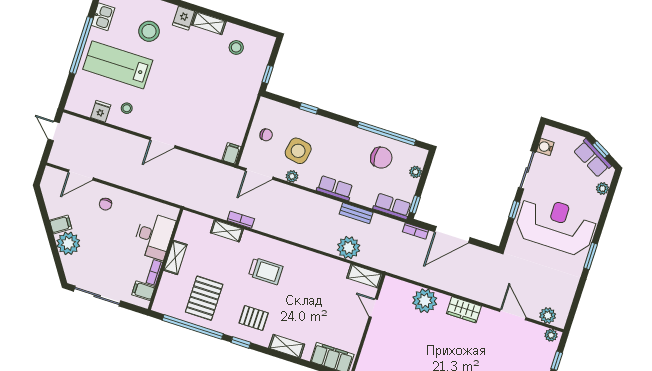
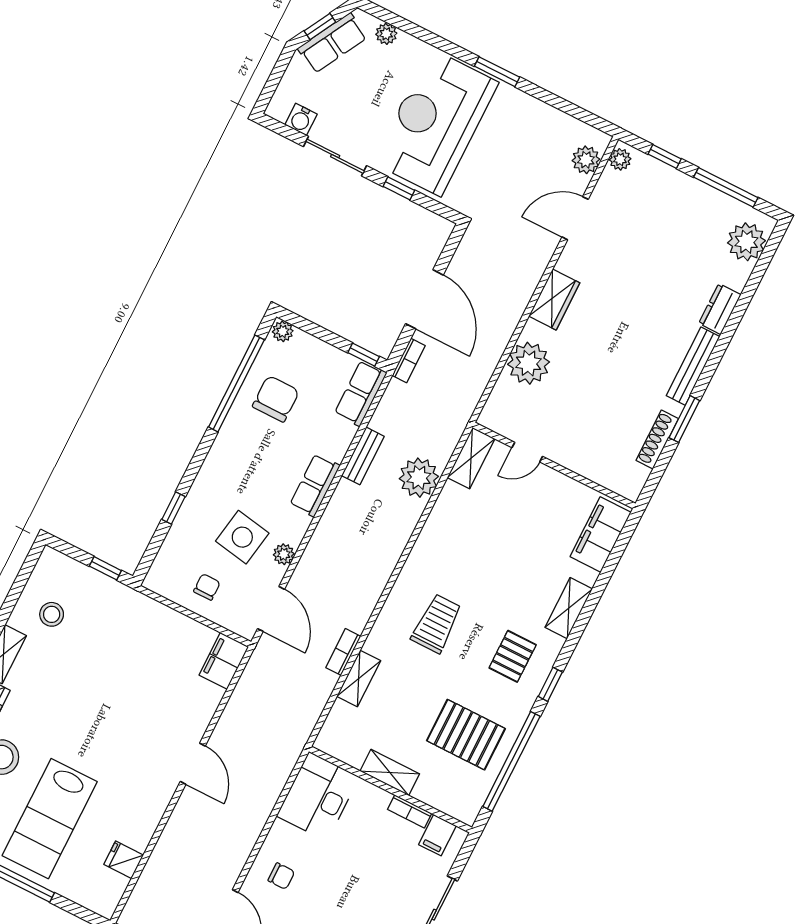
stool: (127, 108) -> (125, 815), removed
filing cabinet: (231, 153) -> (224, 661), width x2.00
plant: (416, 172) -> (283, 331), moved
desk: (154, 236) -> (318, 797), moved, turned -90

